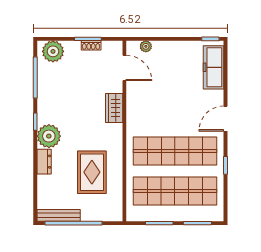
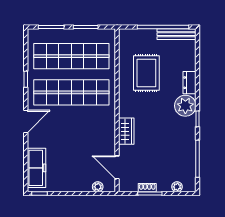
plant: (53, 51) -> (177, 187), width x0.53, depth x0.53

